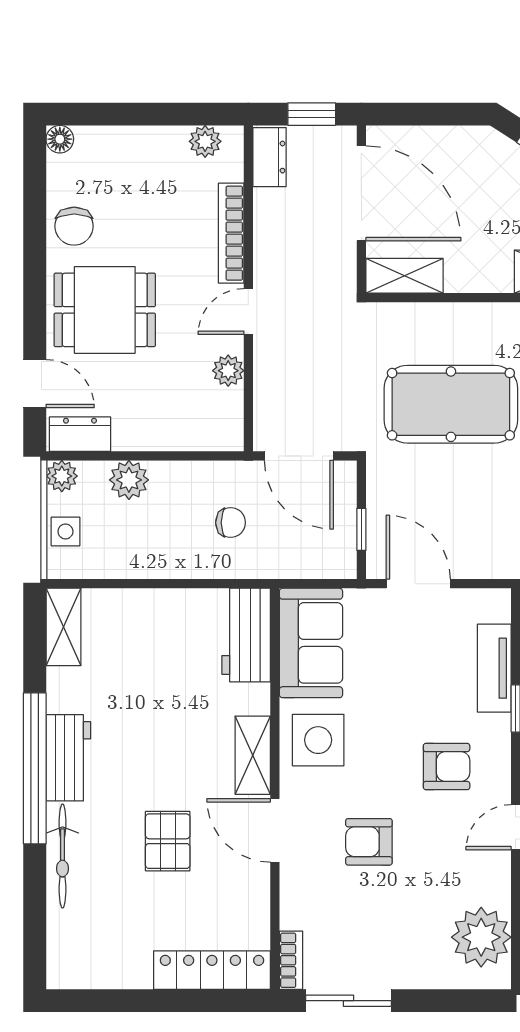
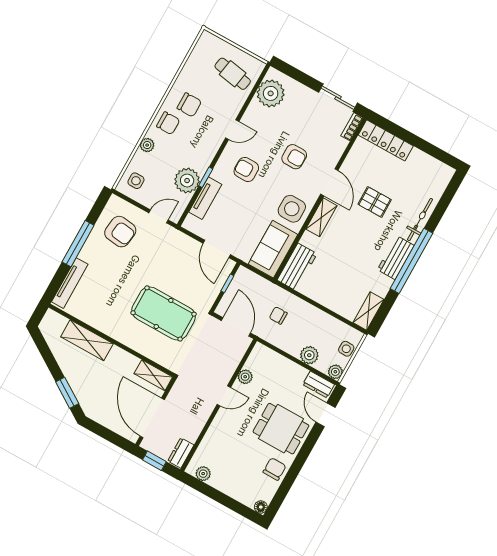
bookcase: (231, 233) -> (213, 431), removed
pallet: (168, 841) -> (375, 202), turned 90

